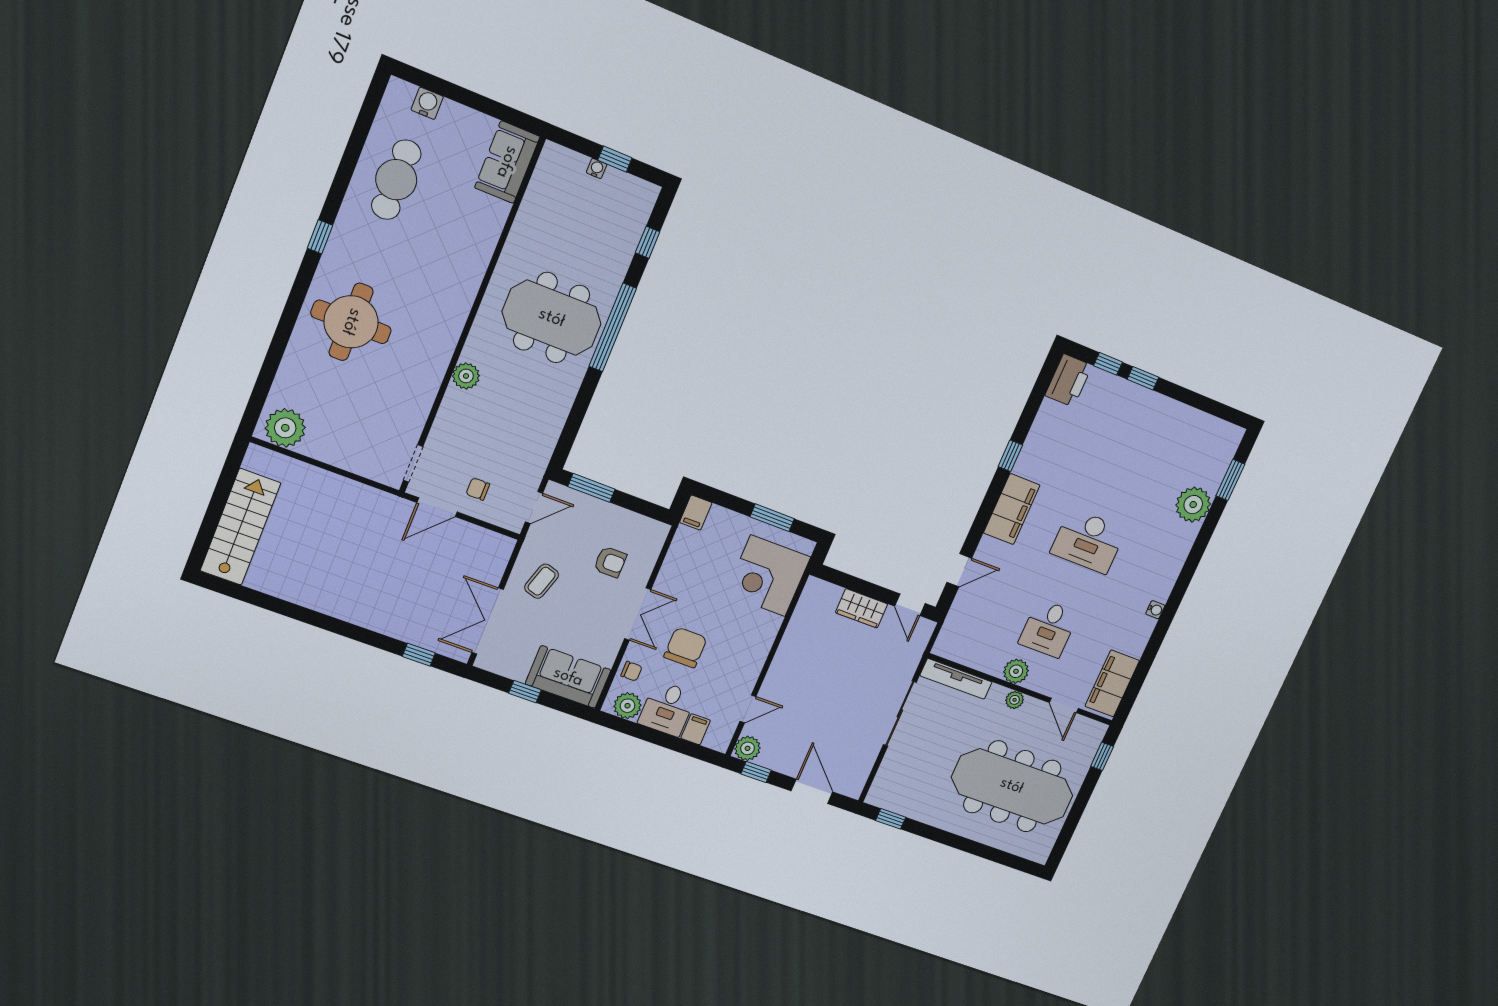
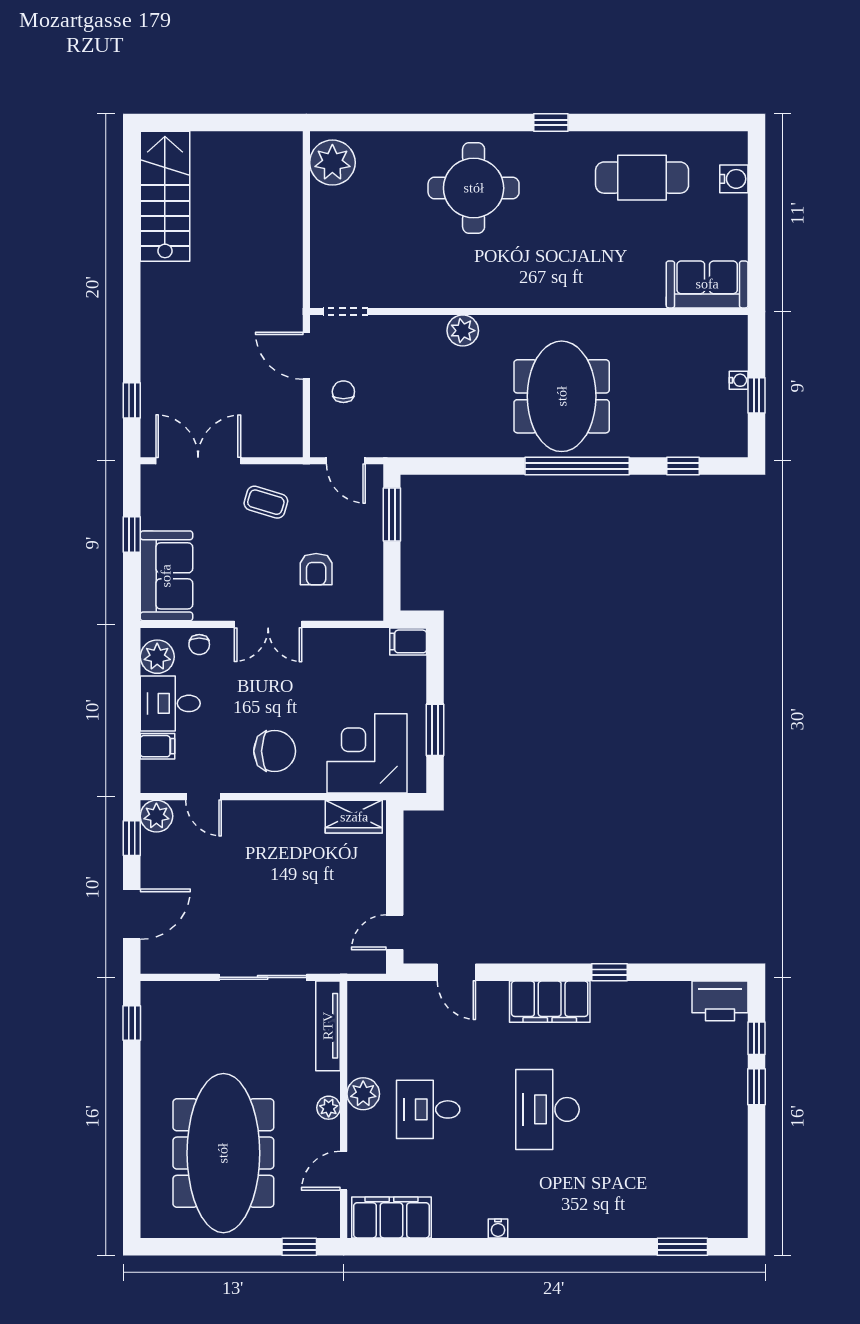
plant: (1193, 505) -> (637, 1215), removed
stairs: (240, 527) -> (165, 196), moved, turned -90
wardrobe: (862, 608) -> (354, 817), moved, turned -90
chair: (685, 648) -> (275, 751), moved

